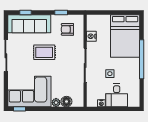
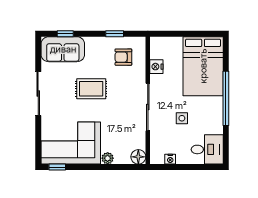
sofa: (29, 24) -> (63, 49), width x0.73
desk: (117, 95) -> (207, 149), moved, turned -90
floor lamp: (66, 102) -> (138, 157), moved

